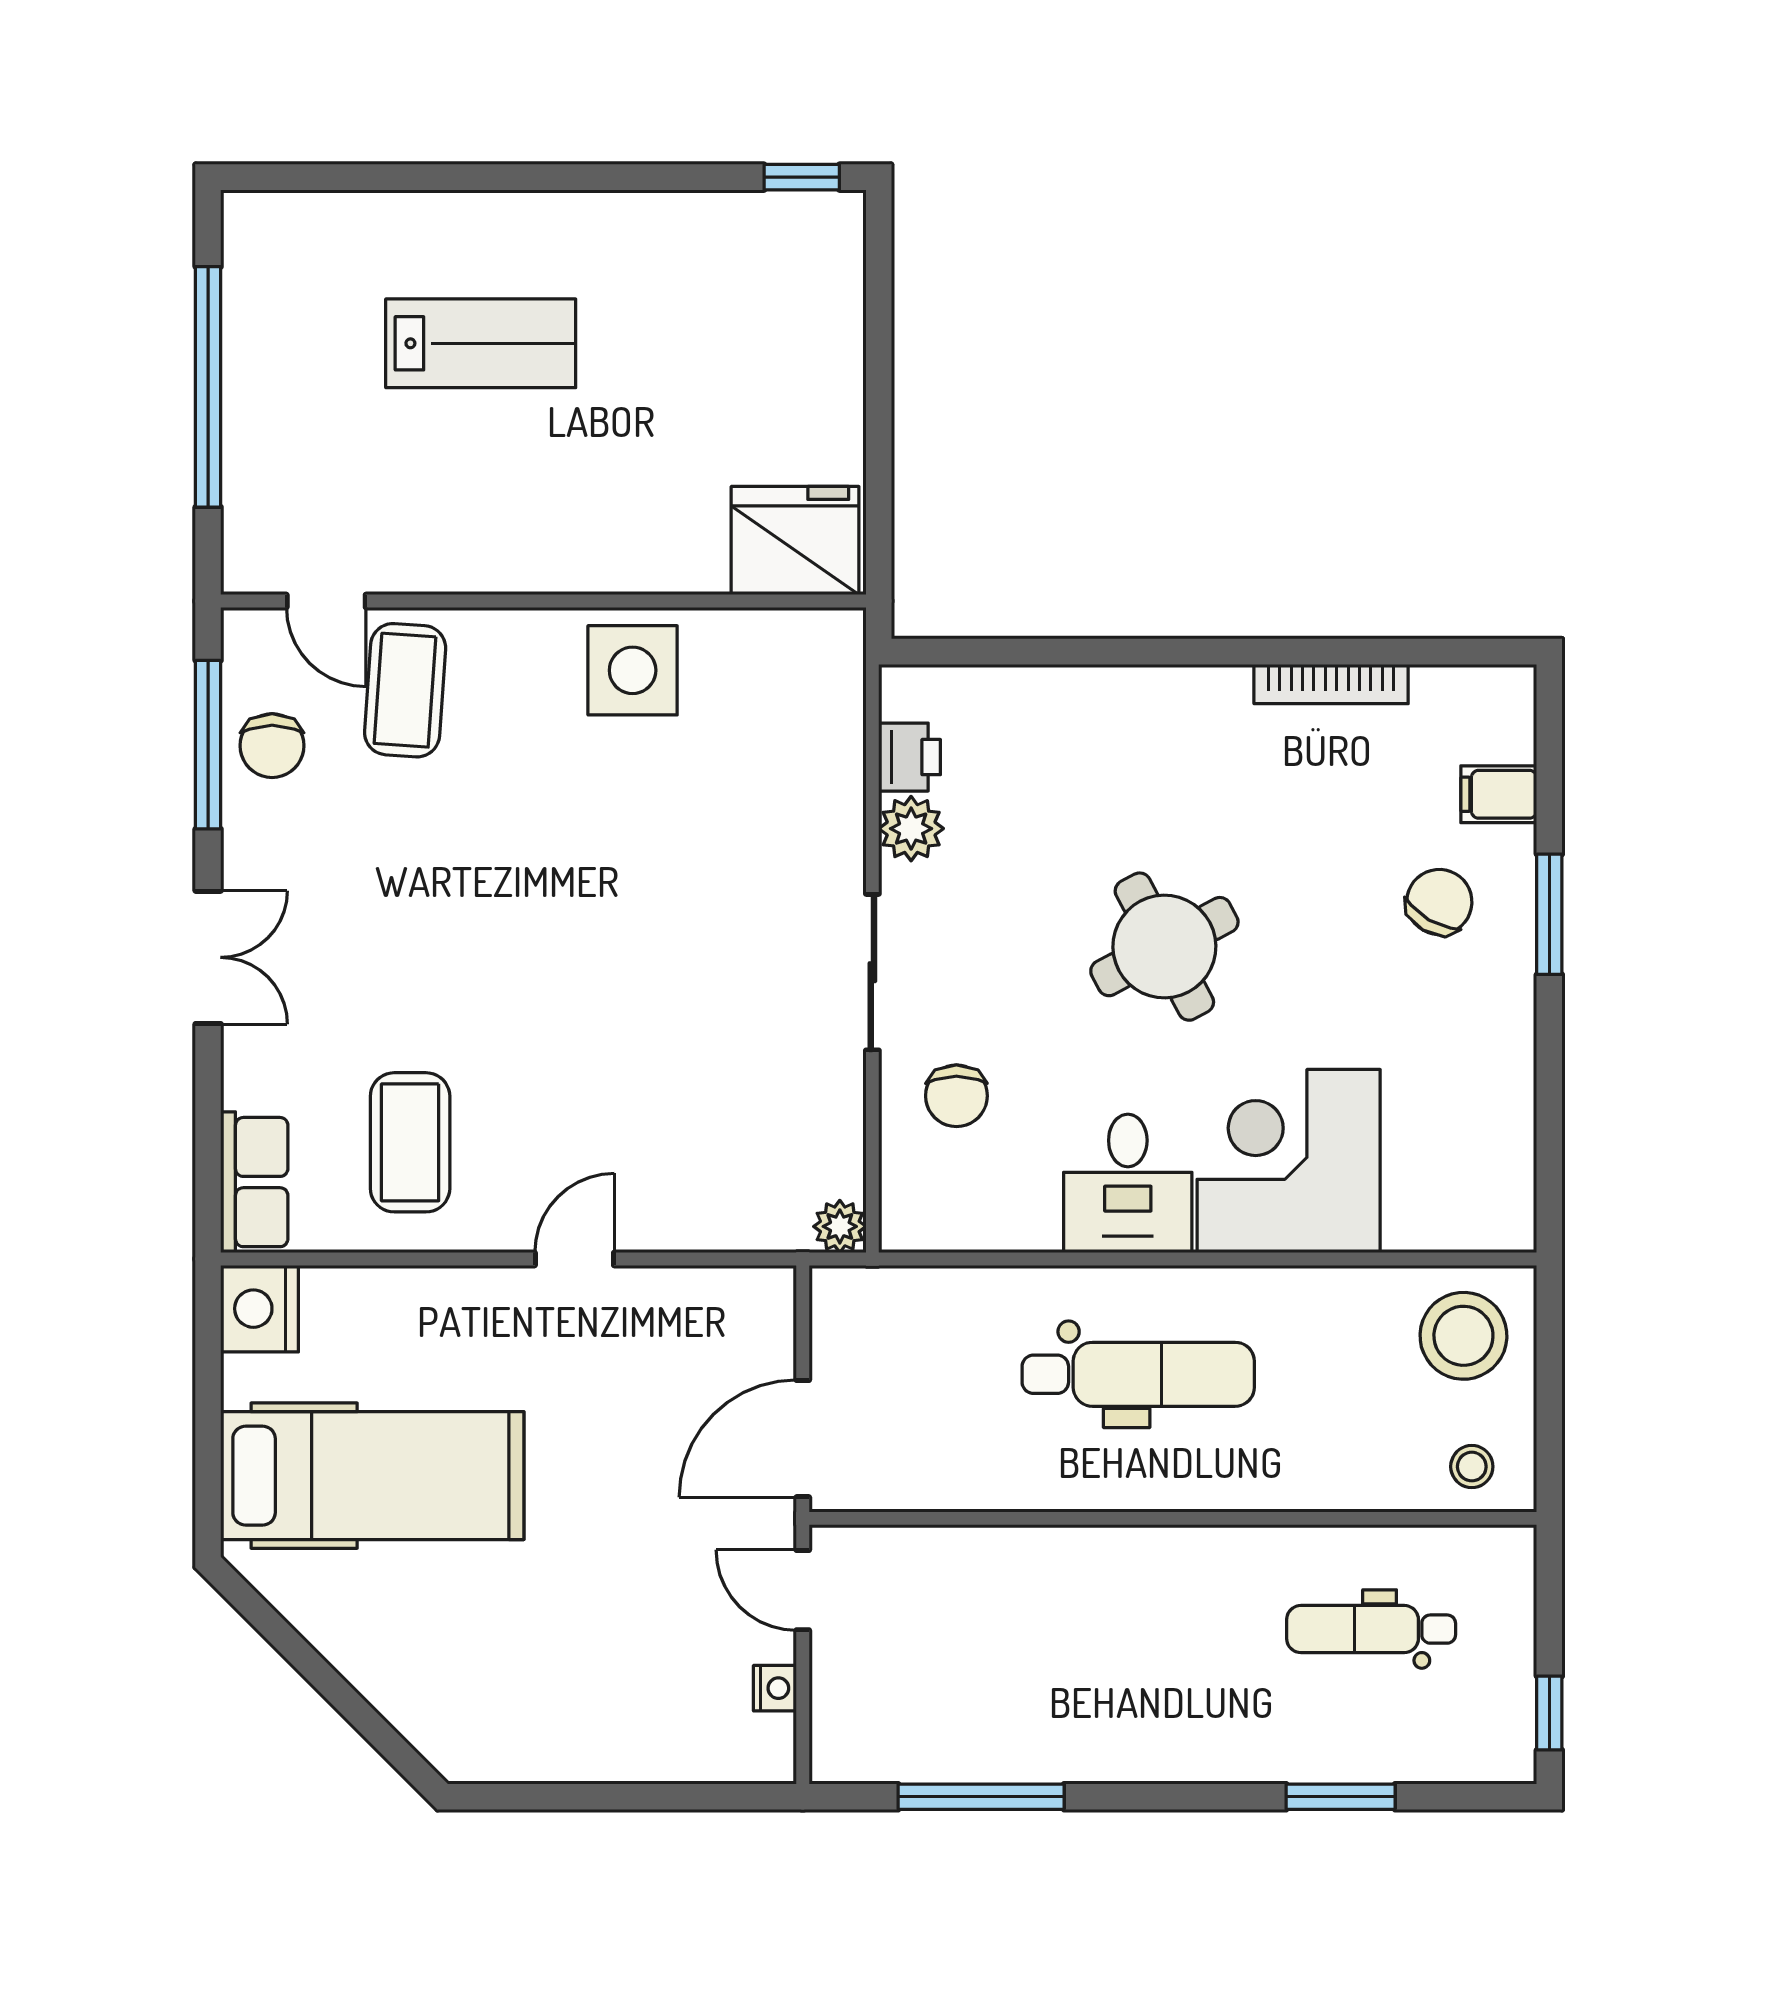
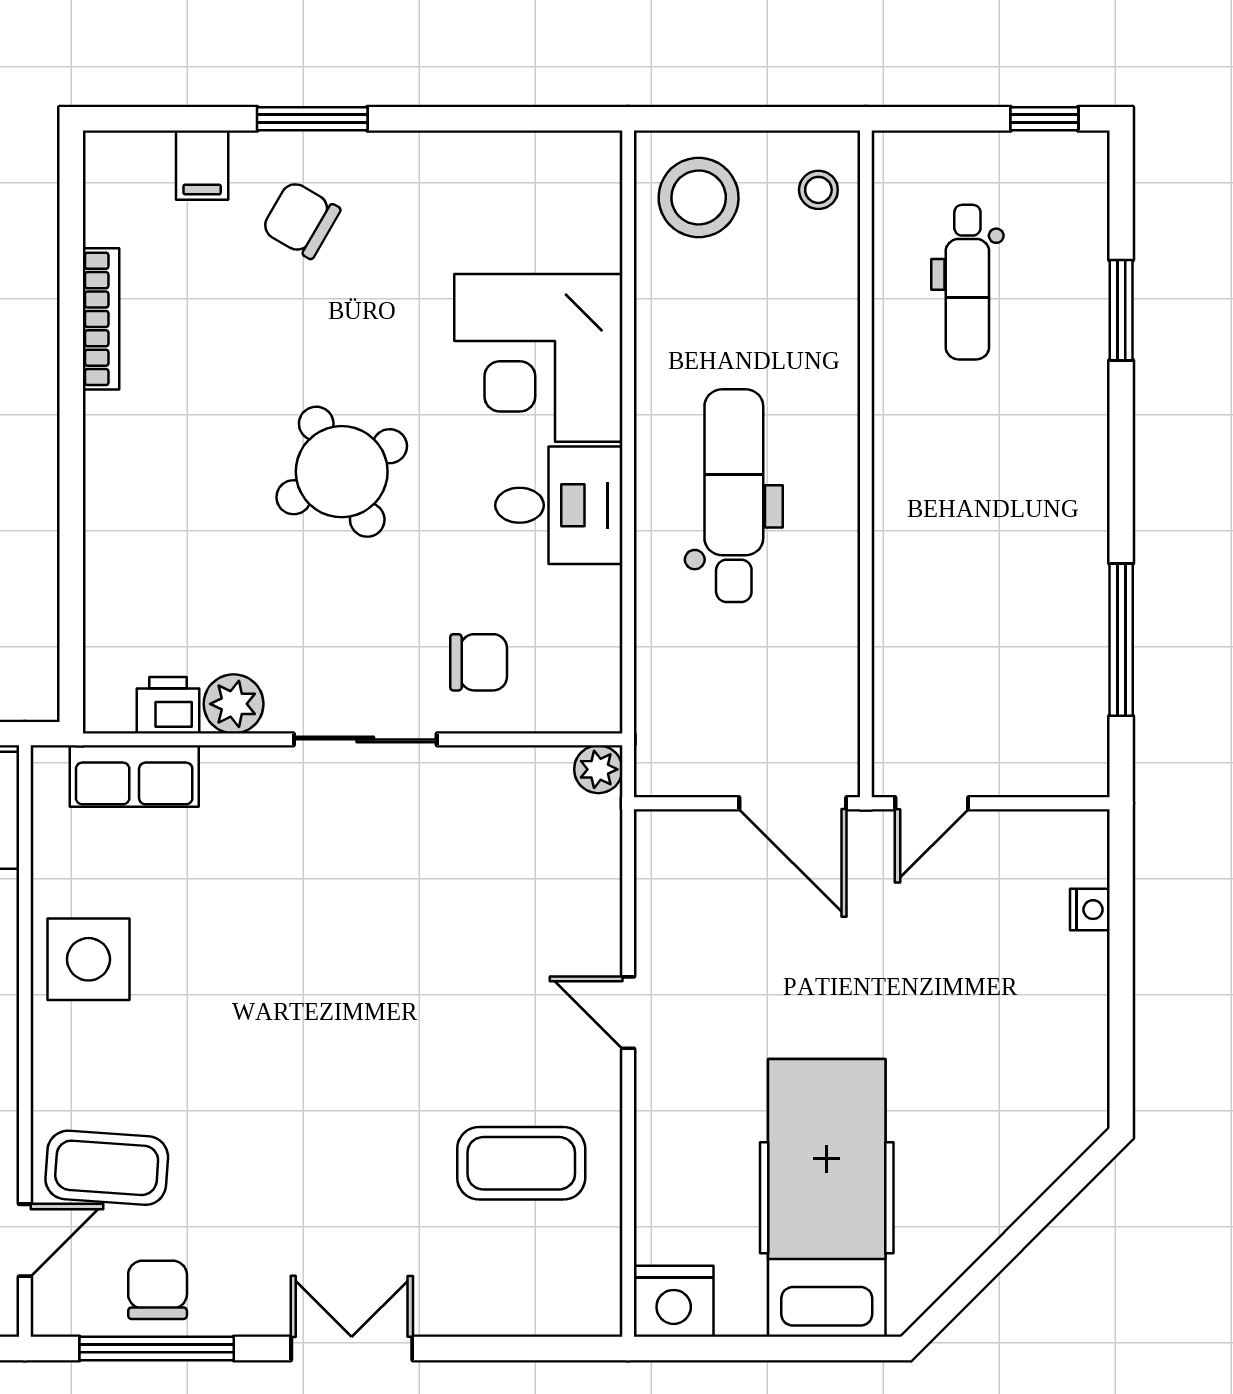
chair: (272, 746) -> (158, 1290), turned -90
row of seats: (254, 1182) -> (134, 776), moved, turned 180
nightstand: (775, 1688) -> (1090, 910), moved, turned 90

